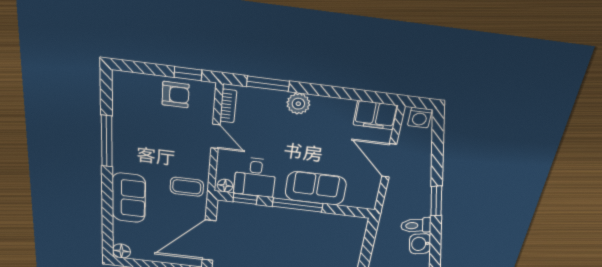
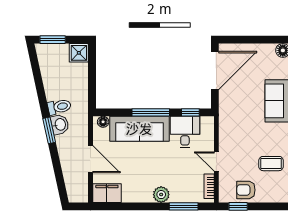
washing machine: (420, 118) -> (76, 195), removed
floor lamp: (225, 186) -> (103, 122), moved
coffee table: (187, 187) -> (271, 164), moved
sofa: (316, 188) -> (139, 129), width x1.36
washbasin: (420, 244) -> (60, 124), moved

